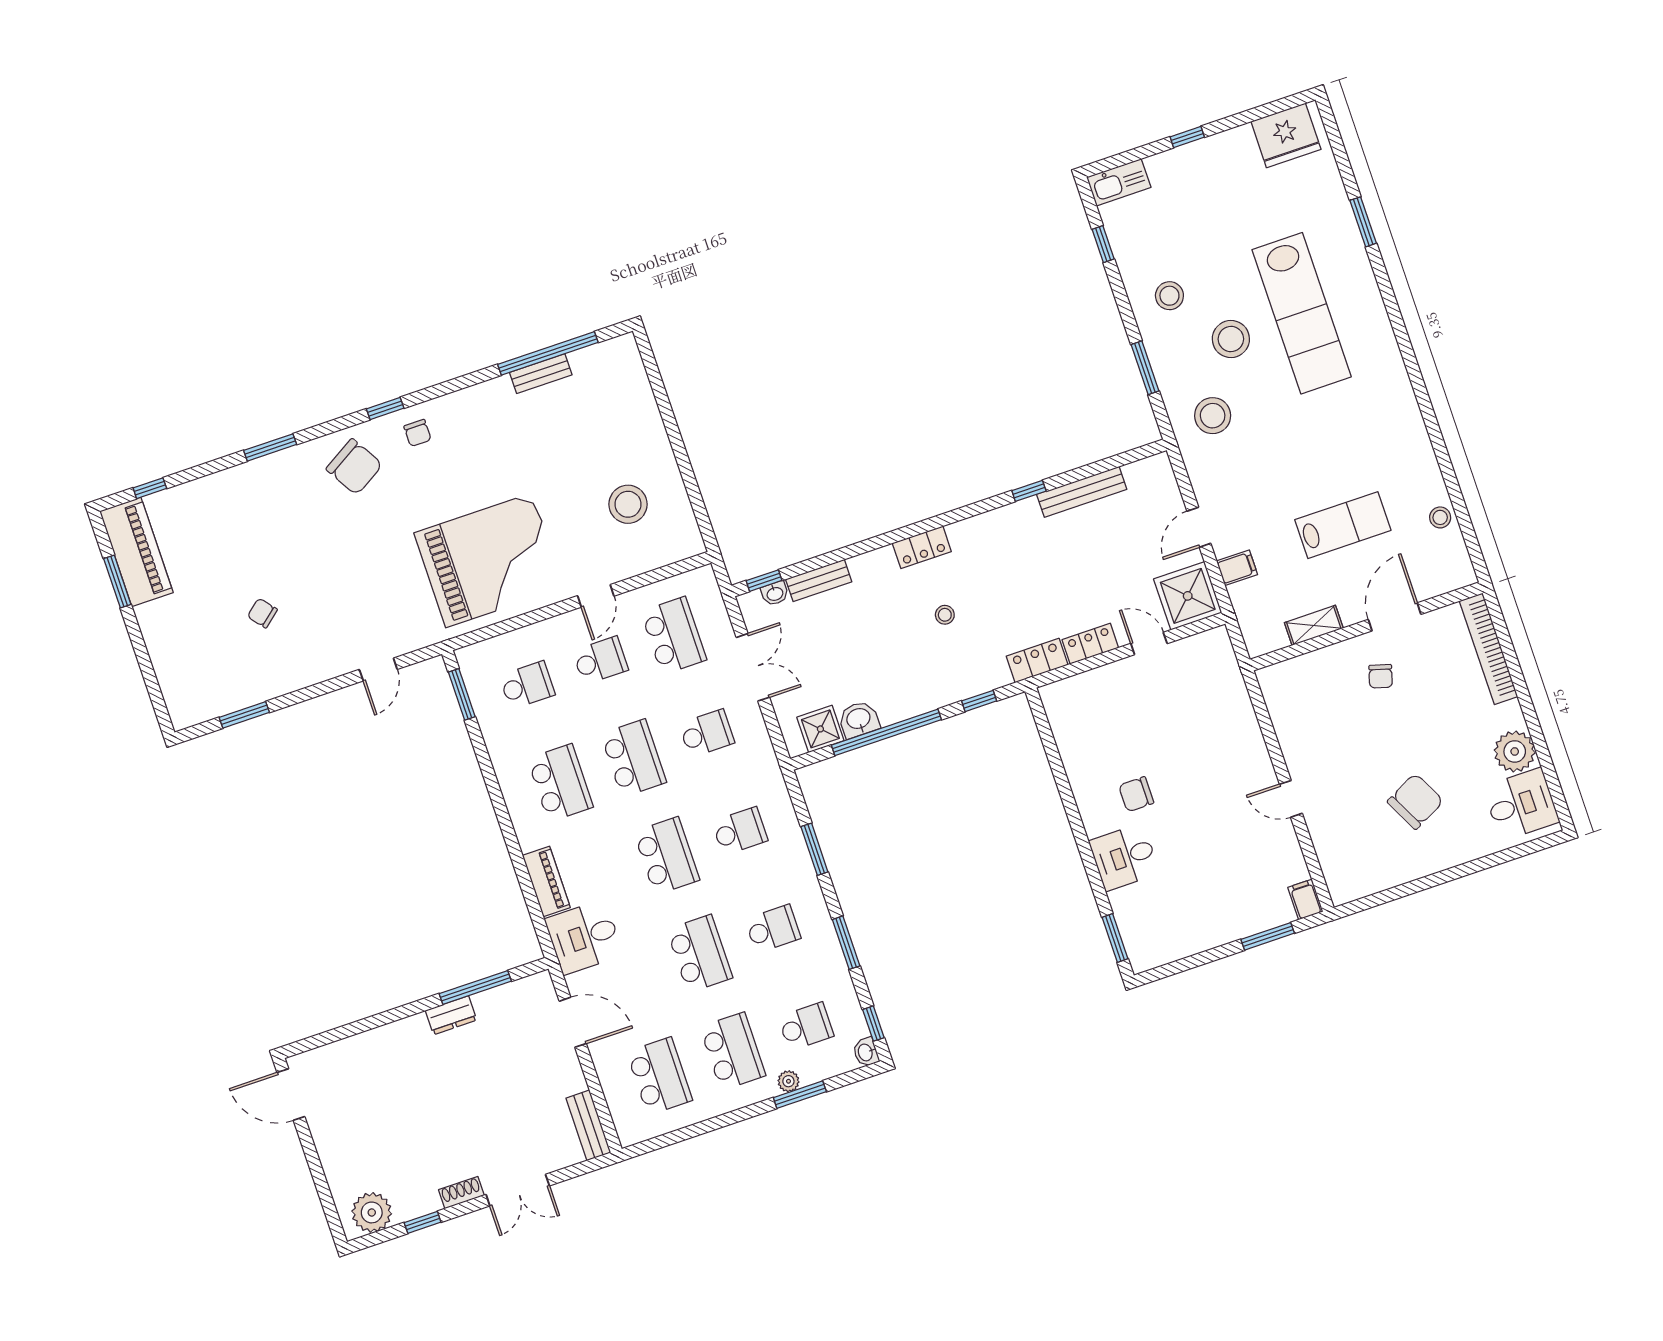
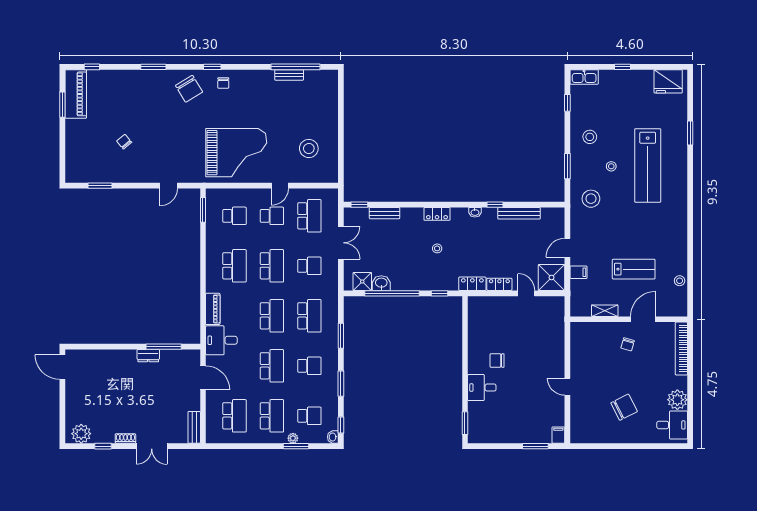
stool: (1231, 339) -> (611, 166), width x0.53, depth x0.53
washbasin: (775, 593) -> (475, 212), moved
school desk: (740, 831) -> (309, 316), width x1.85

